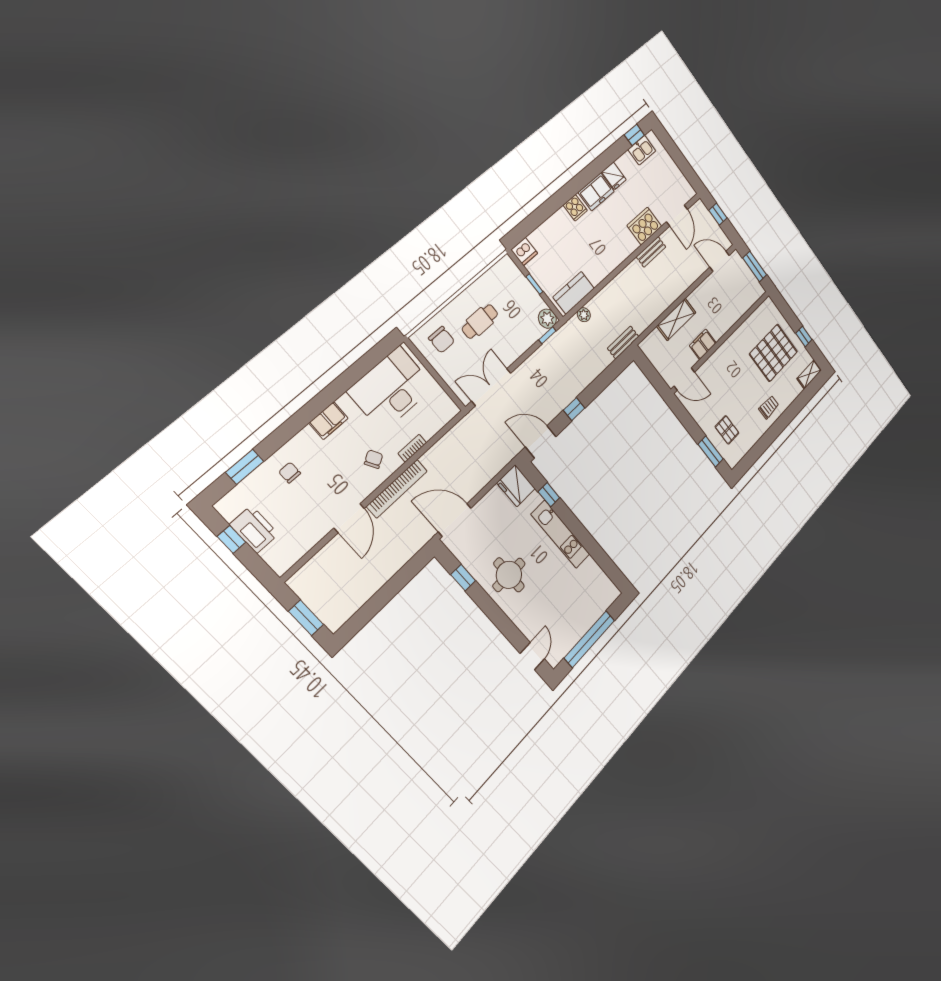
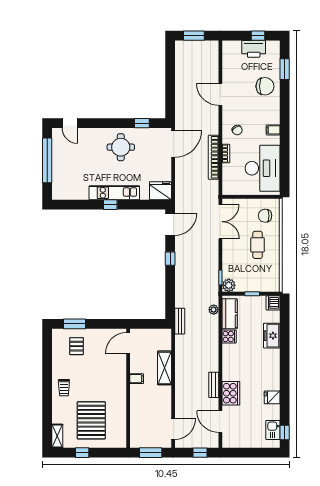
freezer: (596, 192) -> (272, 336), moved
cooker: (575, 208) -> (229, 337), moved, turned 180
filing cabinet: (703, 344) -> (137, 379), width x0.50
filing cabinet: (328, 421) -> (273, 130), width x0.50
pallet: (727, 430) -> (77, 346), turned 90
chair: (290, 473) -> (265, 86), width x1.87, depth x1.87
bookcase: (397, 489) -> (213, 157), moved
window: (549, 495) -> (110, 205), moved

